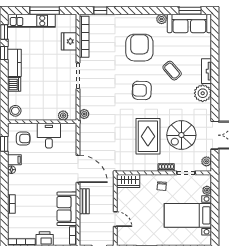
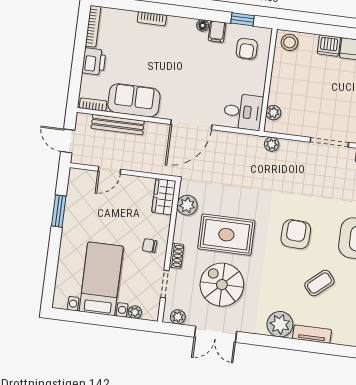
desk: (49, 136) -> (243, 112), moved
plant: (132, 165) -> (187, 205), added
bench: (84, 201) -> (118, 125), moved, width x1.36

